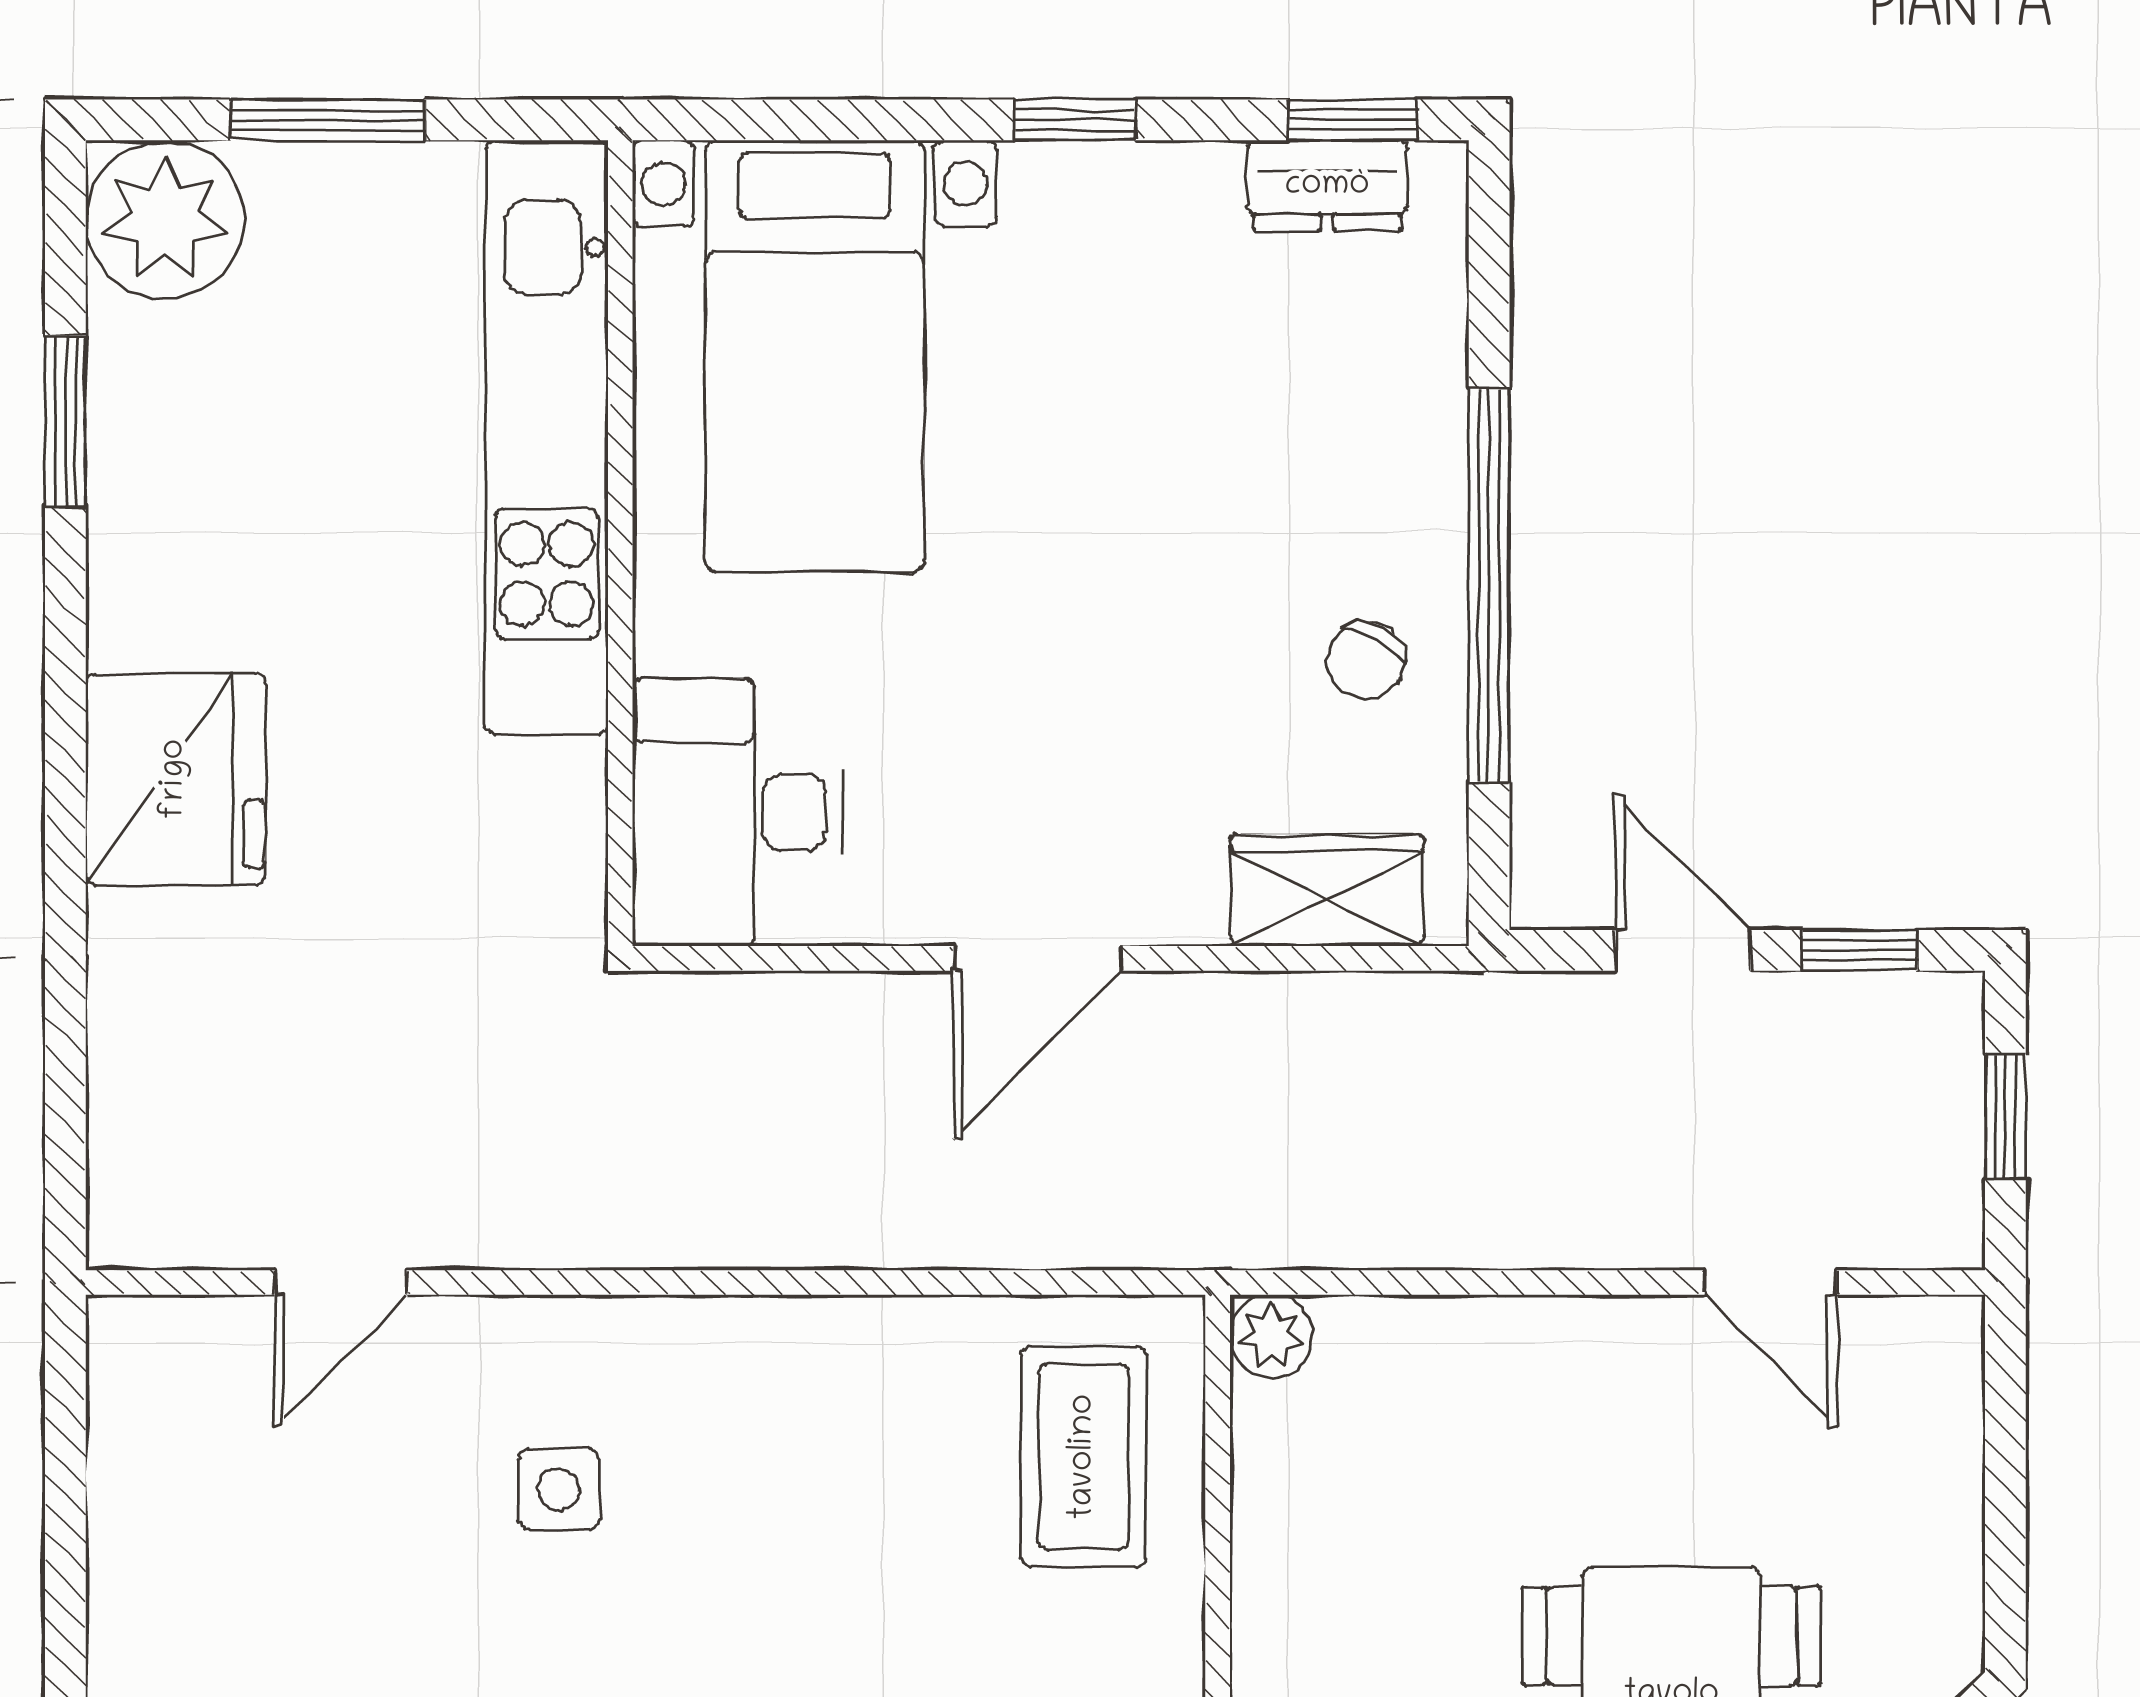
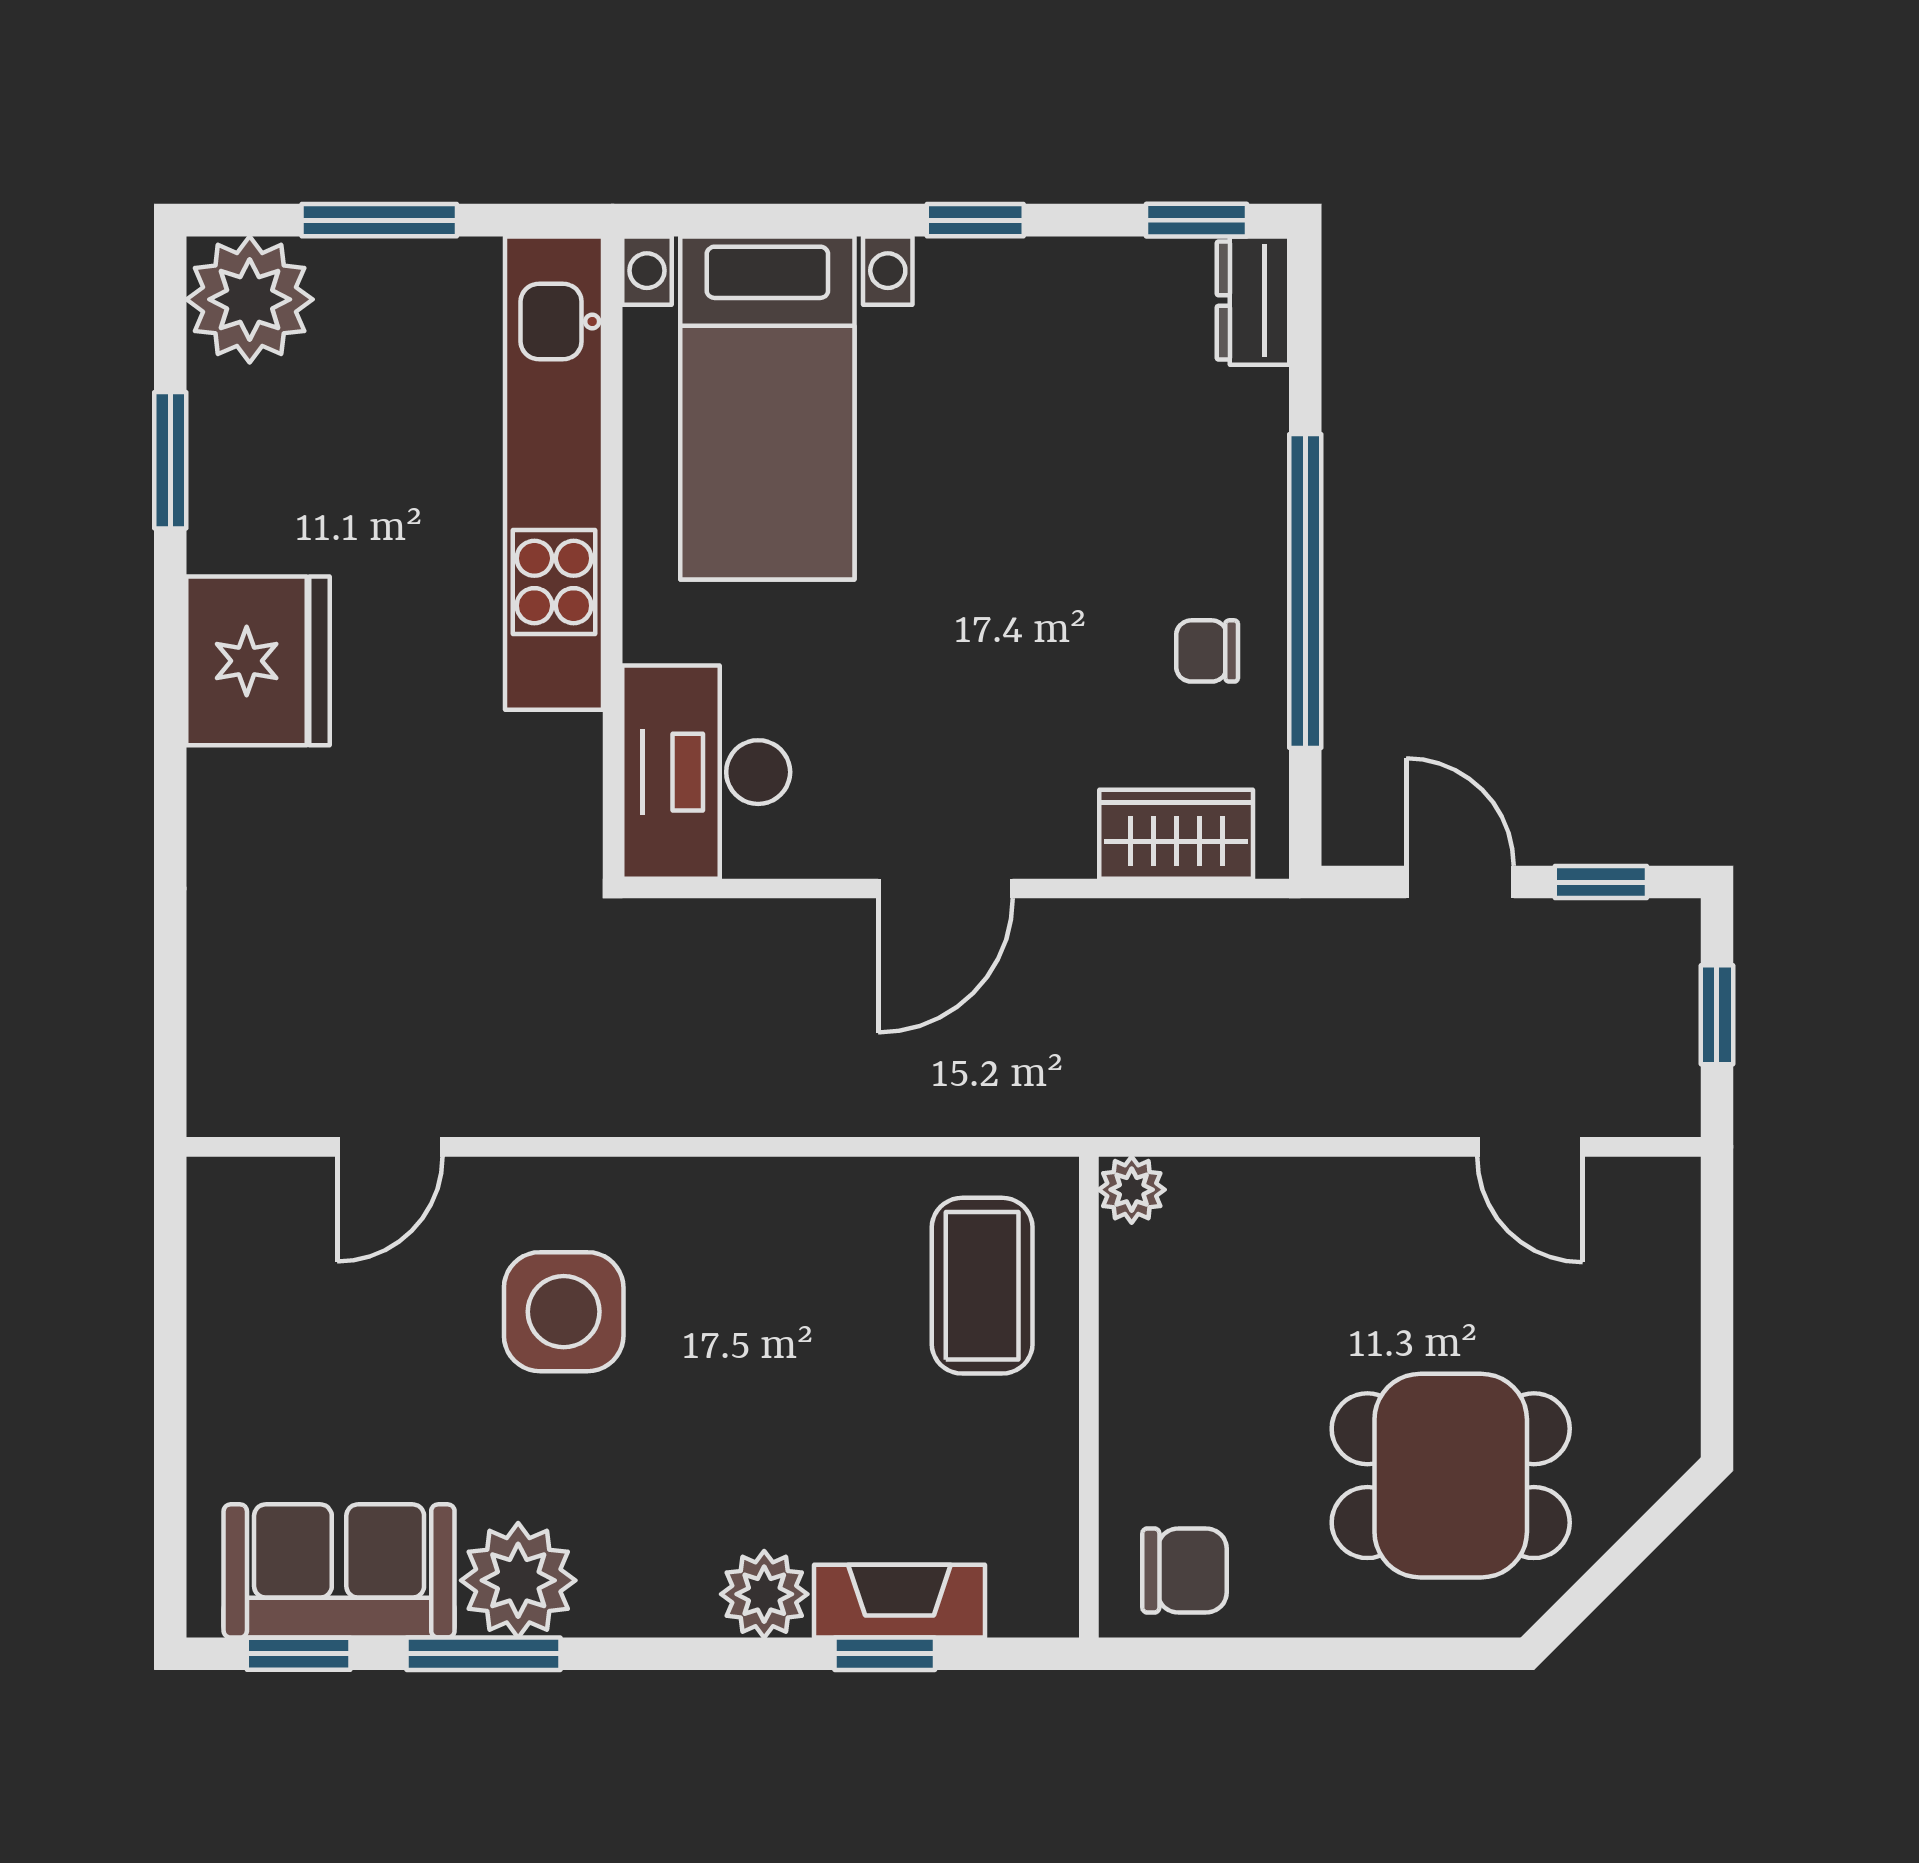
dresser: (1327, 186) -> (1253, 301), moved, turned 90
chair: (1366, 660) -> (1207, 651), turned 61
fridge: (175, 779) -> (258, 661), moved
side table: (559, 1489) -> (564, 1312), width x1.87, depth x1.87

